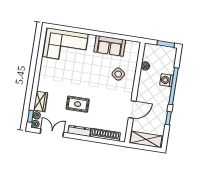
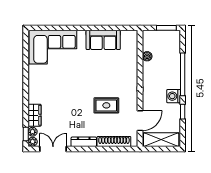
side table: (118, 74) -> (118, 70), removed
washing machine: (166, 80) -> (174, 96), moved
rug: (78, 104) -> (106, 105), moved
door: (132, 109) -> (140, 121), moved

